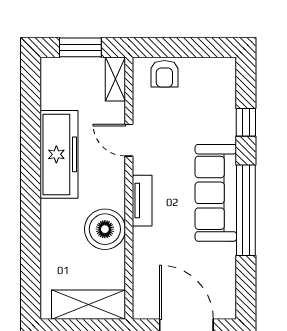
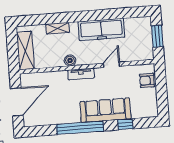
shelving: (115, 79) -> (58, 28), moved
sofa: (216, 193) -> (105, 110), moved
boiler: (105, 229) -> (70, 60), width x0.54, depth x0.54

